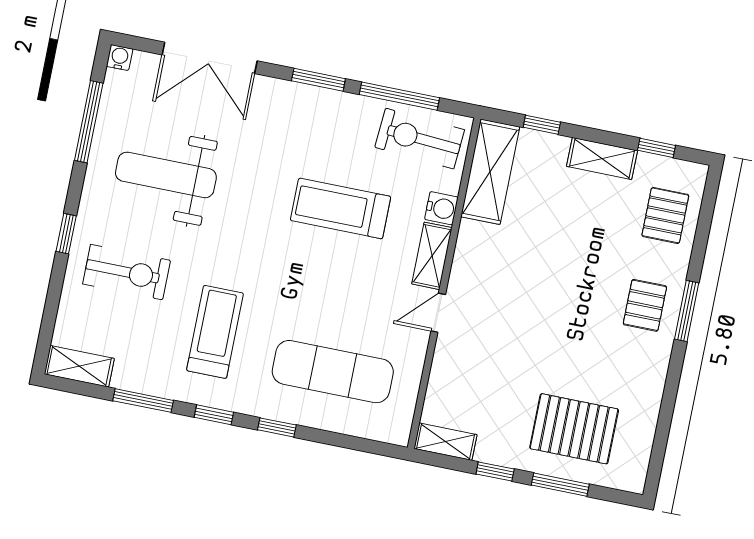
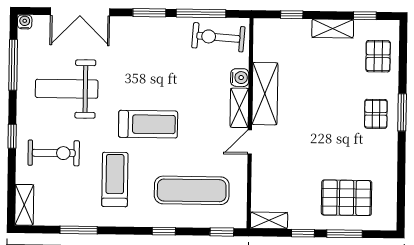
shelving: (490, 172) -> (265, 94), moved
treadmill: (341, 208) -> (148, 124), moved, turned 180
shelving: (79, 366) -> (24, 205), moved, turned 90
window: (214, 415) -> (222, 232), moved

